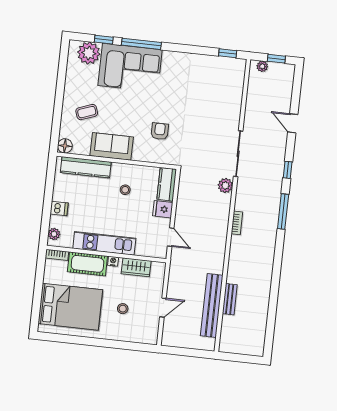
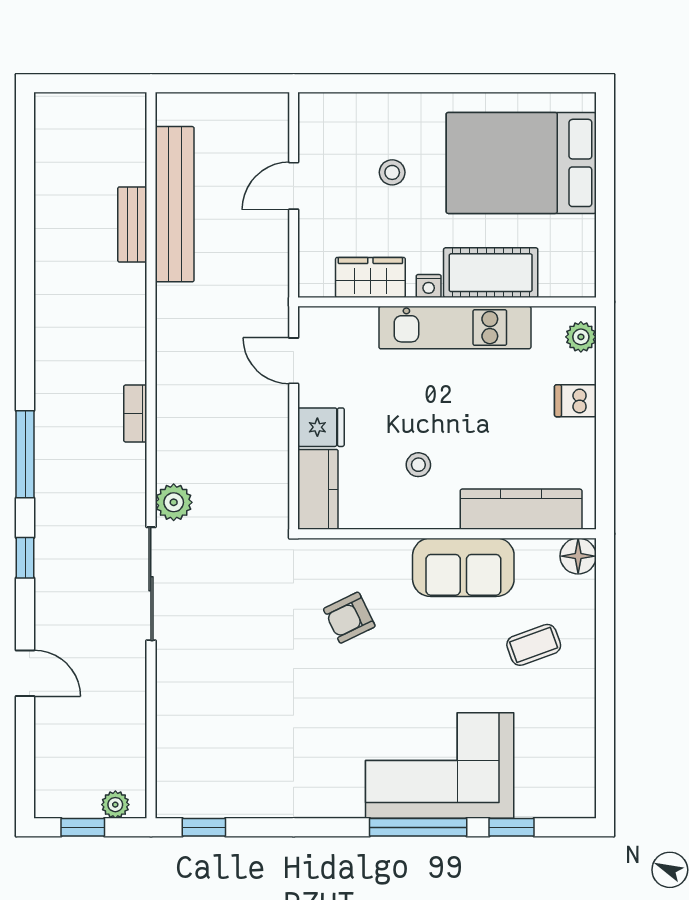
plant: (89, 53) -> (545, 790), removed
armchair: (160, 131) -> (349, 618), turned 64
bookcase: (57, 255) -> (568, 286), removed

